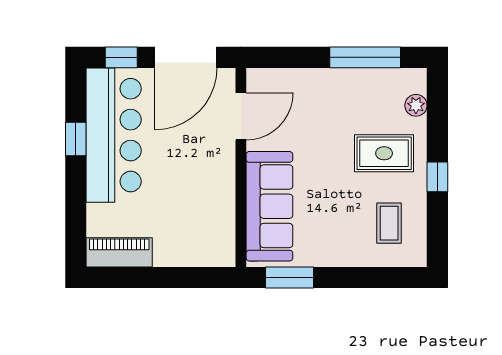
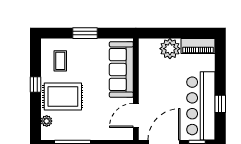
rug: (384, 153) -> (63, 97), width x1.36, depth x1.43
plant: (174, 247) -> (170, 49), added
window: (290, 278) -> (85, 33), moved

